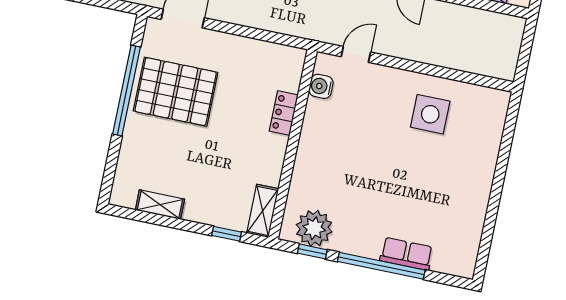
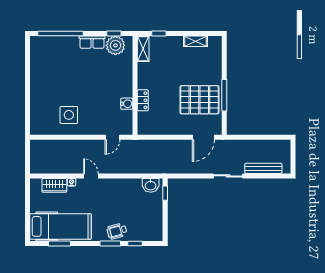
water cooler: (321, 86) -> (127, 104), moved
window: (127, 90) -> (224, 95), width x0.68
row of seats: (406, 254) -> (92, 42), moved
window: (381, 266) -> (61, 34), moved

